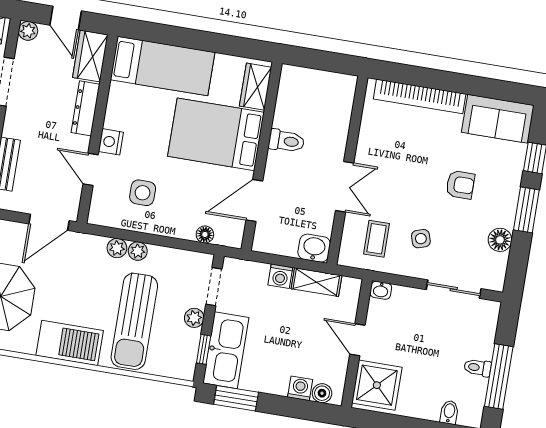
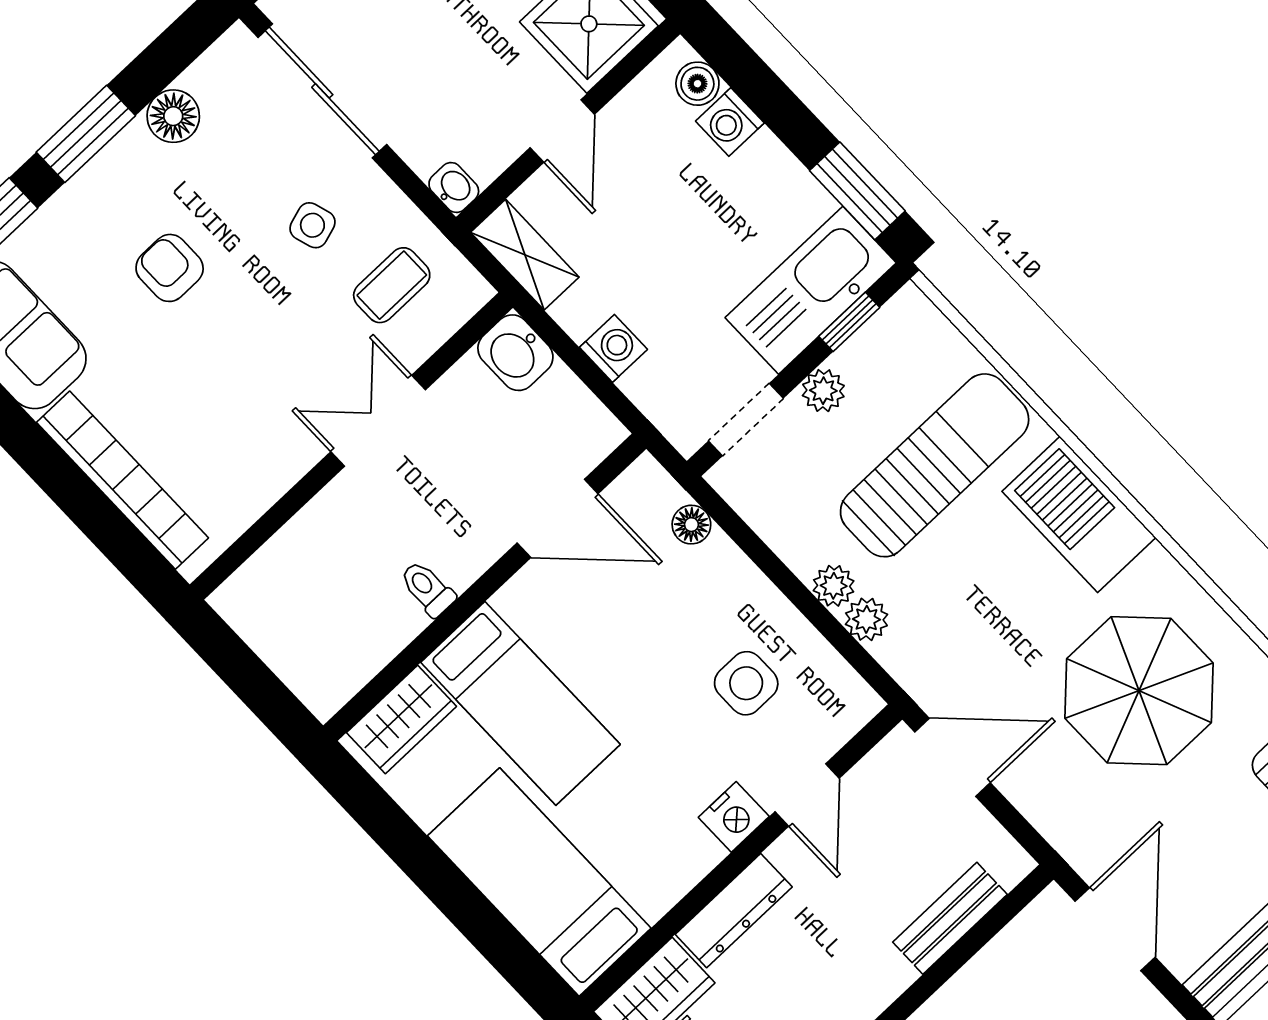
bed: (216, 134) -> (520, 703), width x0.67
toilet: (286, 141) -> (427, 589), width x0.73, depth x0.72
shelving: (316, 282) -> (525, 255), moved
sliding door: (454, 289) -> (322, 91), width x1.37

